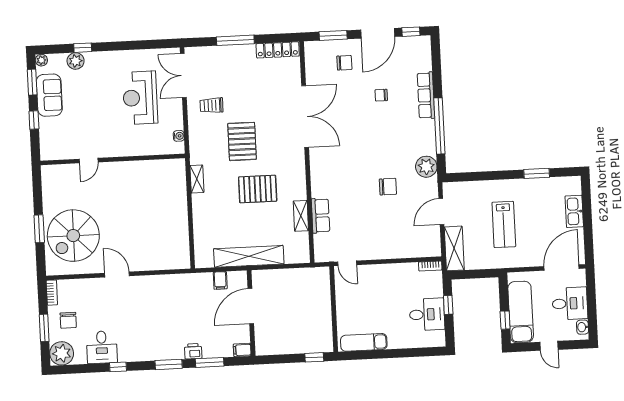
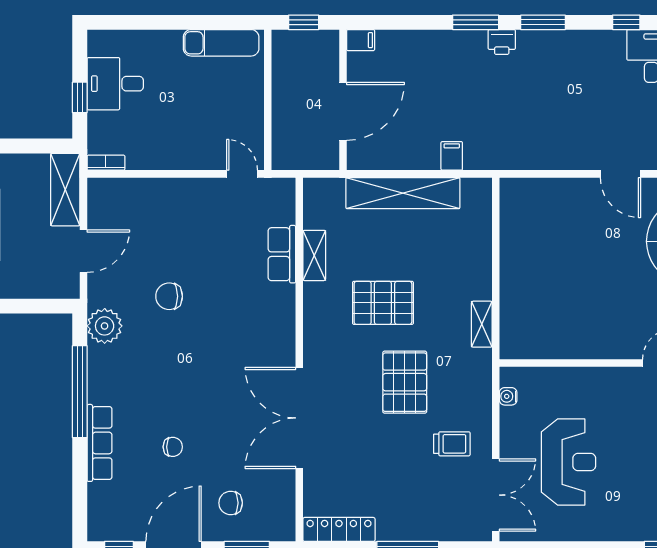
door: (251, 306) -> (343, 111), moved
wall: (251, 313) -> (343, 100), moved
filing cabinet: (242, 350) -> (361, 40), moved

